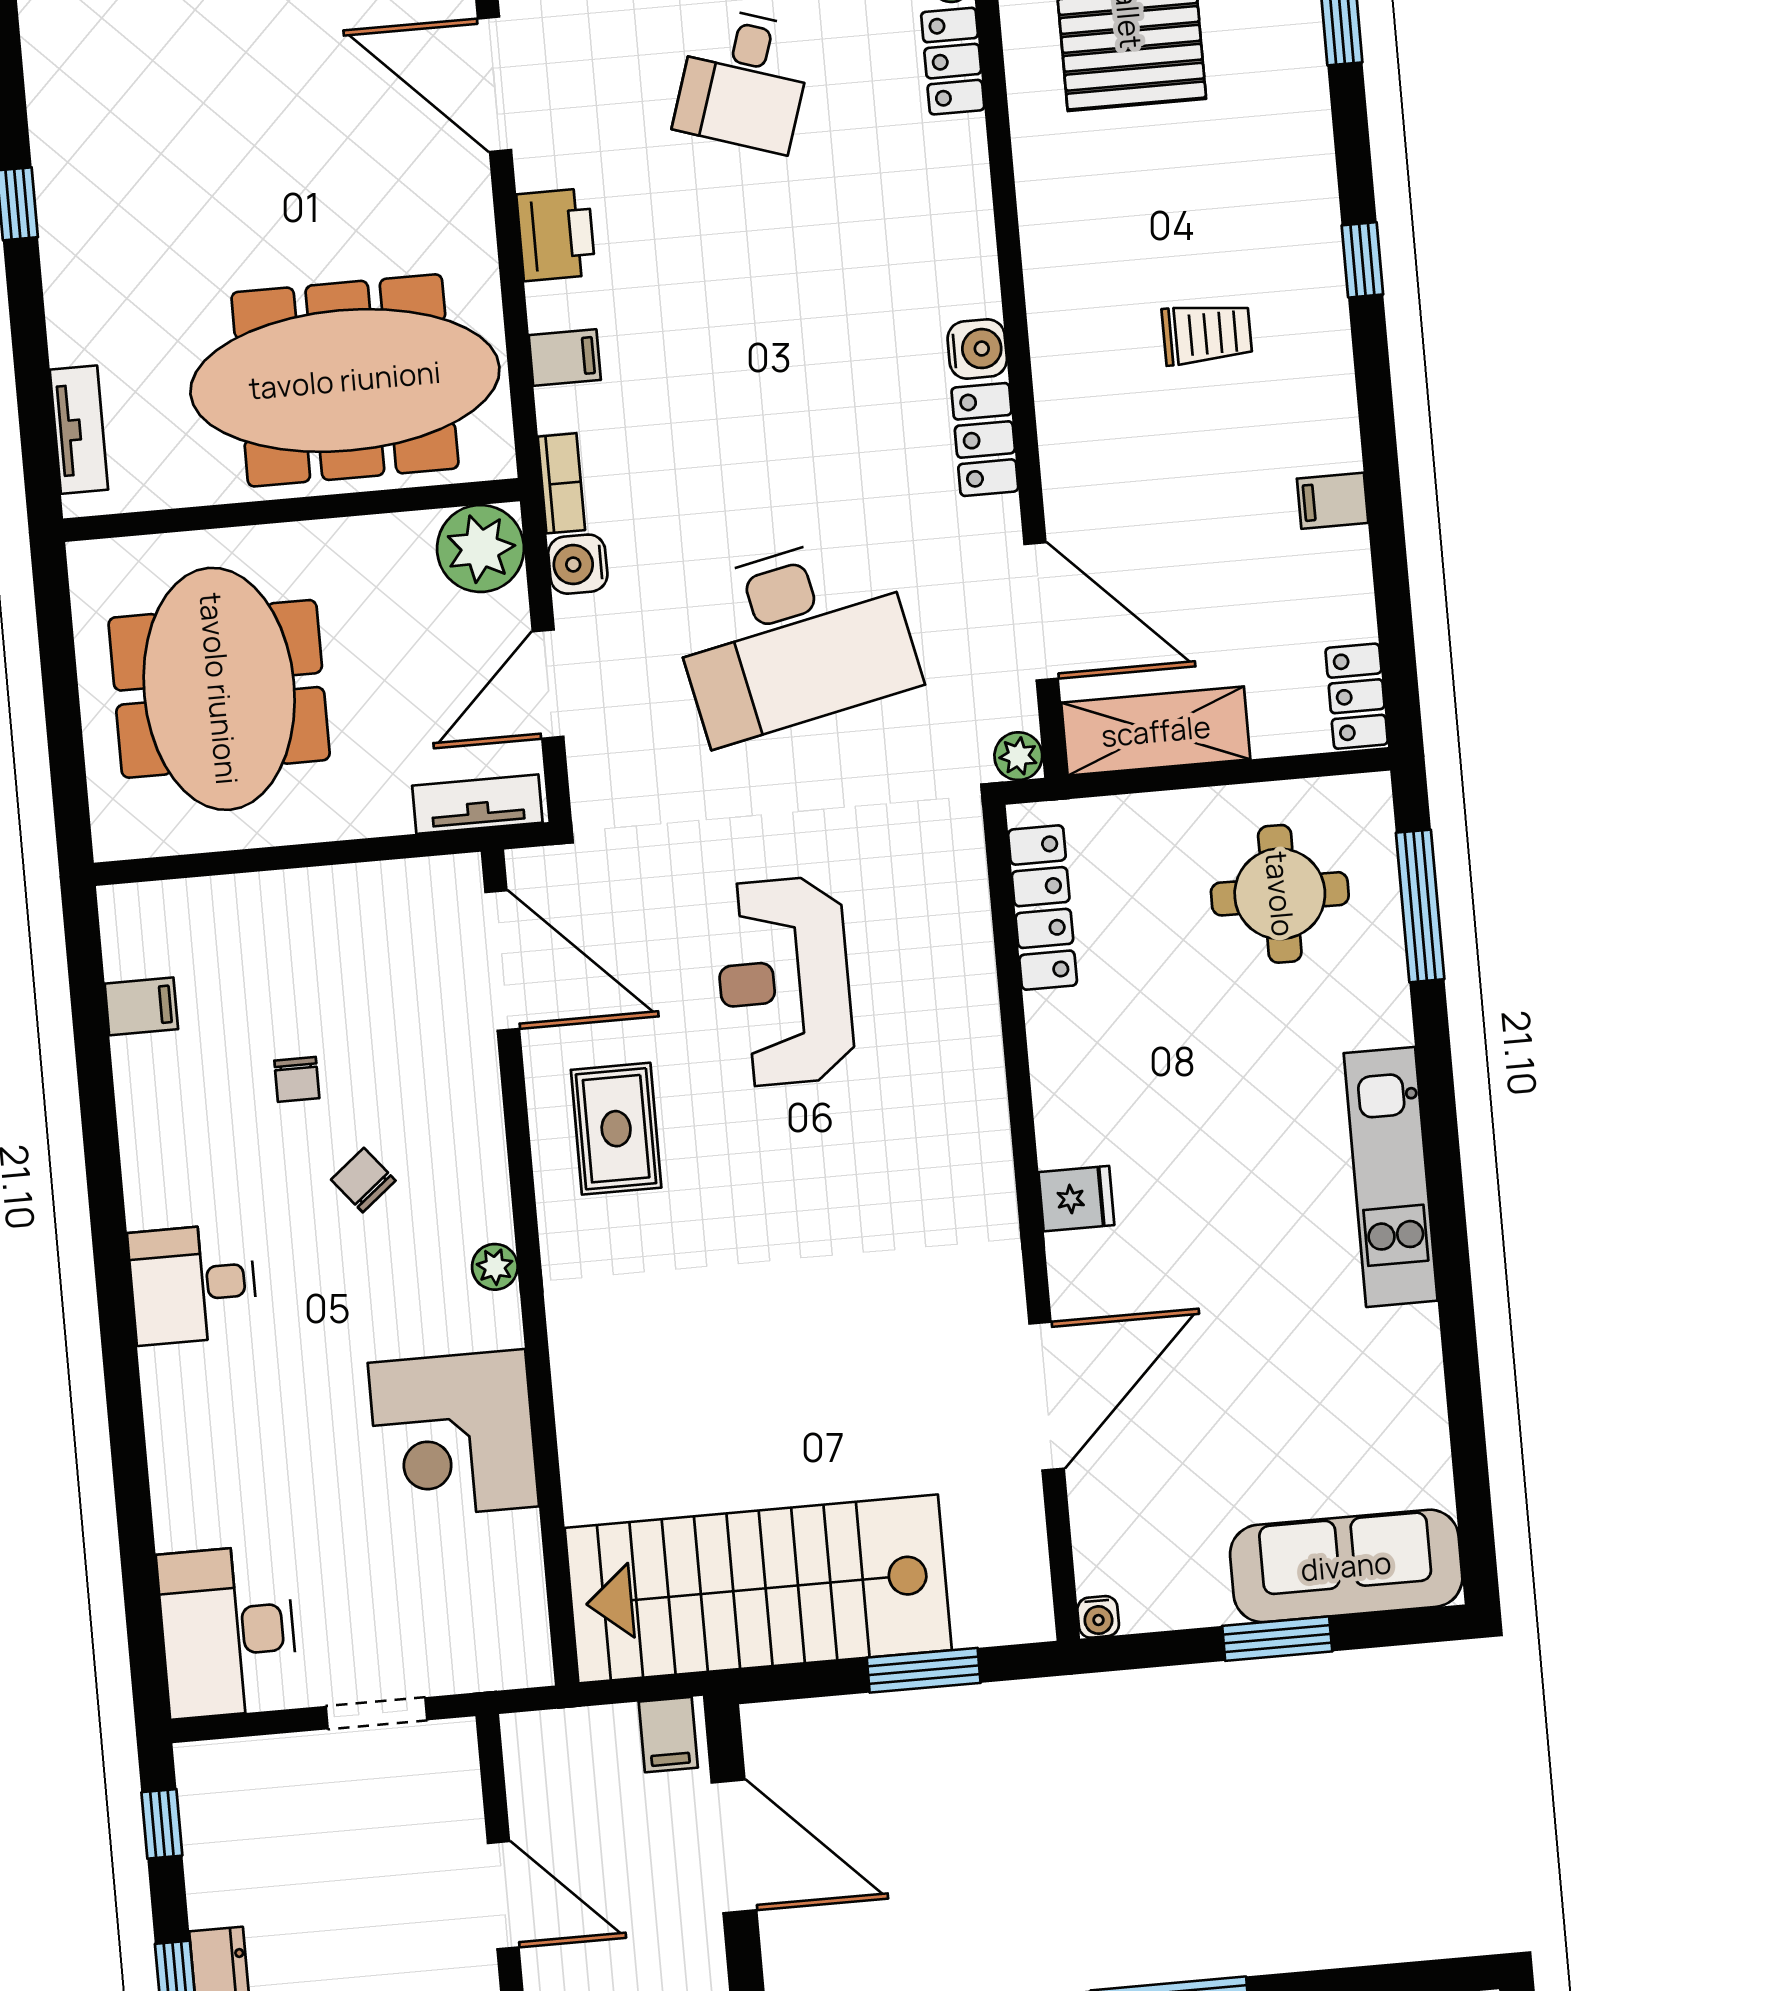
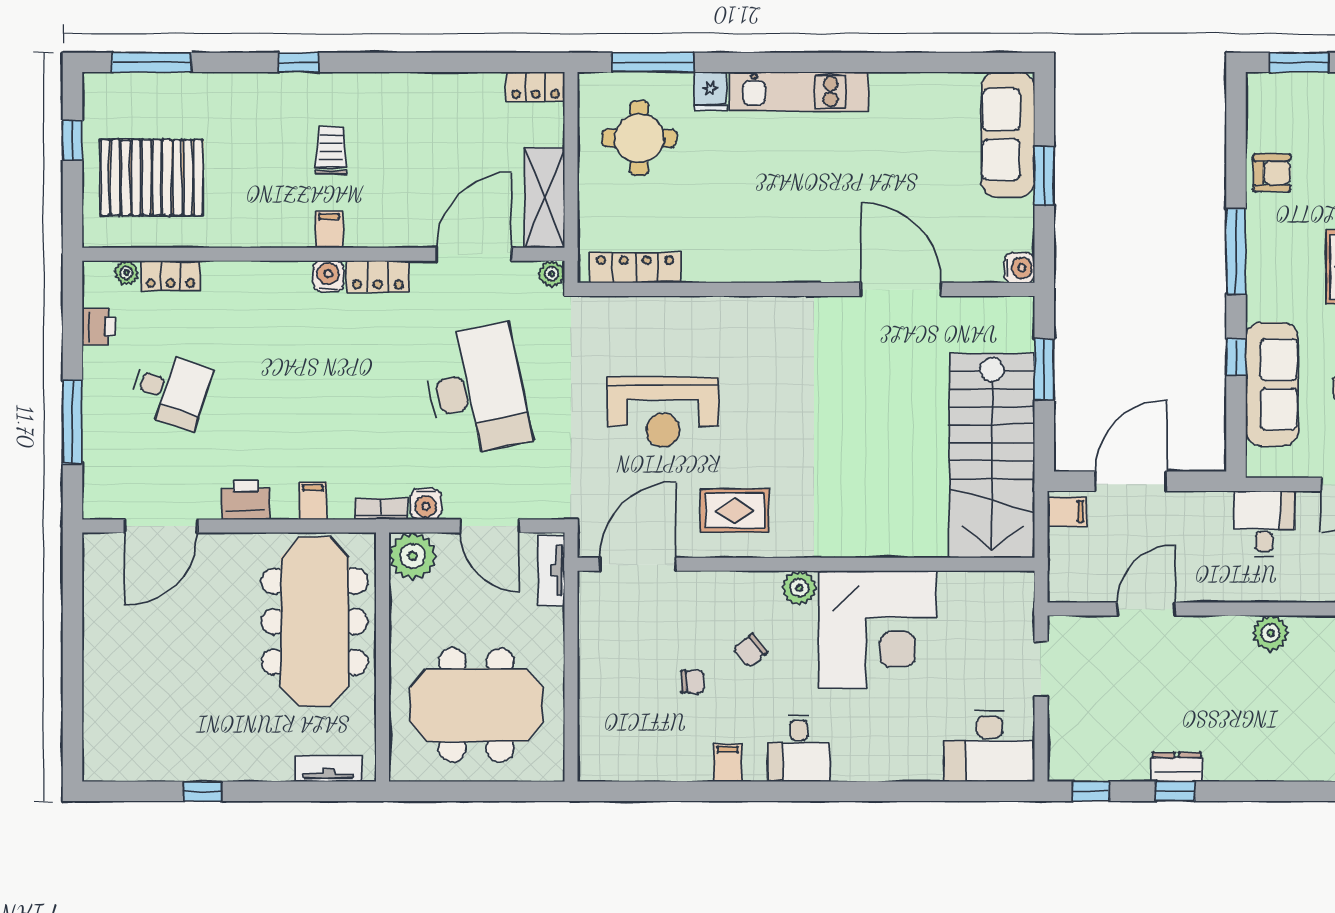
filing cabinet: (1333, 501) -> (329, 229), moved, turned 180
filing cabinet: (141, 1006) -> (728, 763), moved
fridge: (1076, 1199) -> (710, 91), moved, turned 180
plant: (495, 1267) -> (799, 588), width x1.38, depth x1.38
corner desk: (453, 1435) -> (878, 629), width x1.36, depth x1.36
water cooler: (1098, 1617) -> (1019, 268), width x1.38, depth x1.38

